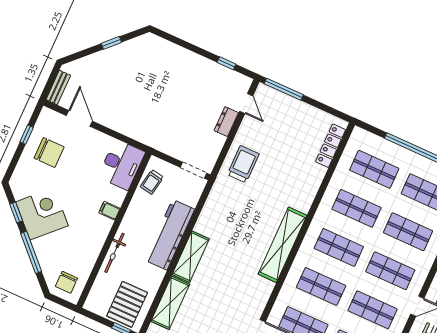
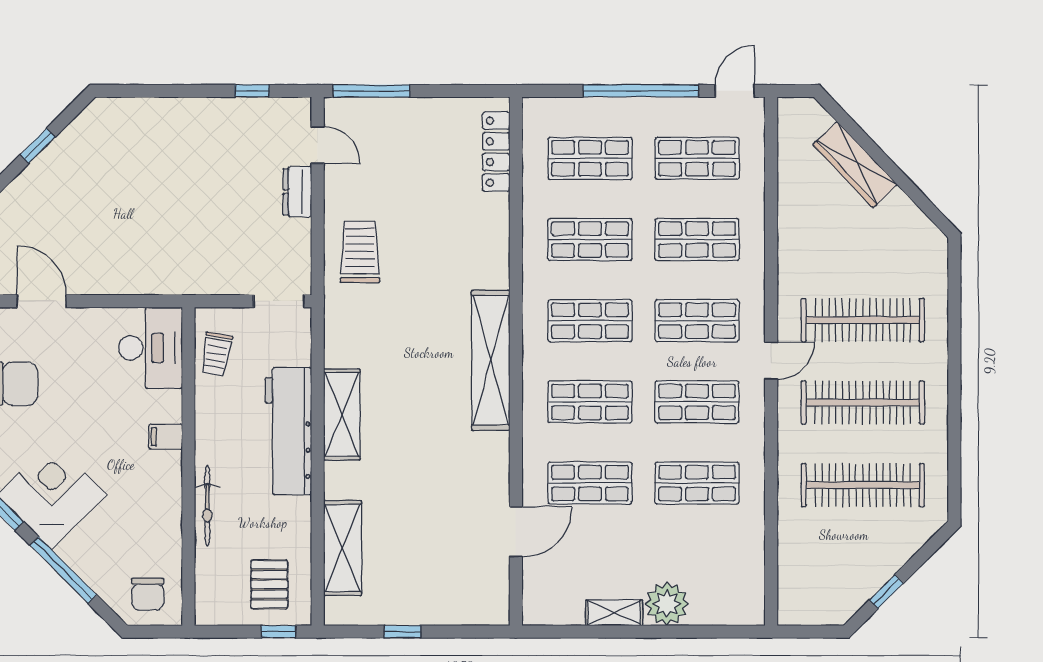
shelving: (191, 257) -> (342, 414), moved
pallet: (127, 304) -> (269, 584), width x0.67, depth x0.71

